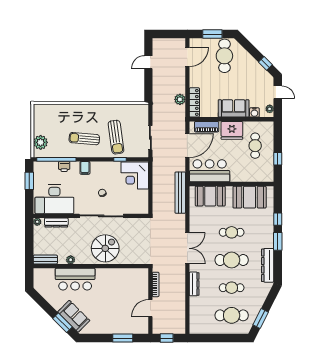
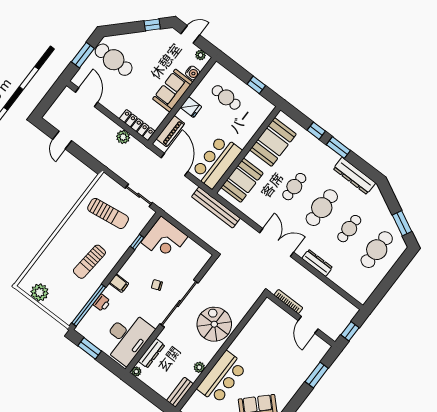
fridge: (232, 130) -> (191, 107), width x0.53, depth x0.75
sun lounger: (116, 137) -> (108, 214), moved
plant: (41, 142) -> (40, 292), moved

